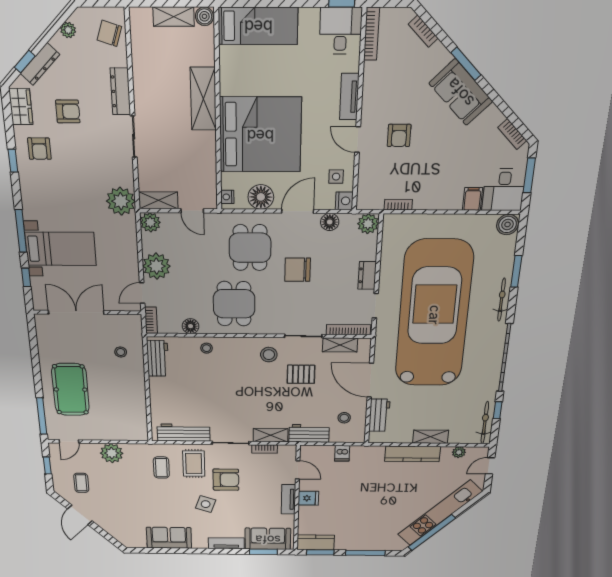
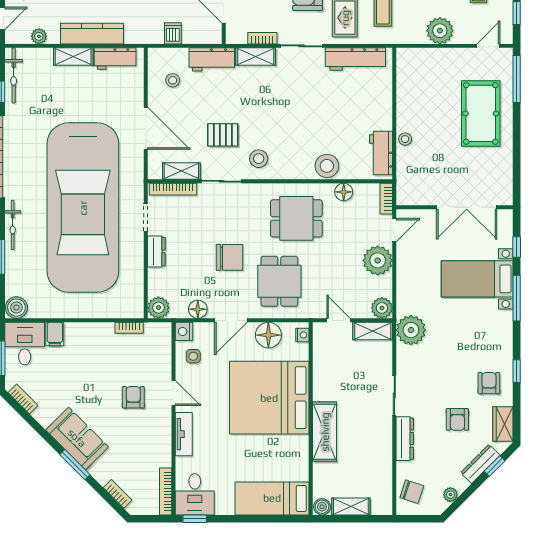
armchair: (68, 111) -> (457, 419), turned -90
dining table: (234, 304) -> (296, 218), turned 90
stool: (207, 348) -> (327, 166), width x1.89, depth x1.89
stool: (121, 352) -> (405, 139), moved
workbench: (379, 415) -> (115, 59), moved, turned -90

